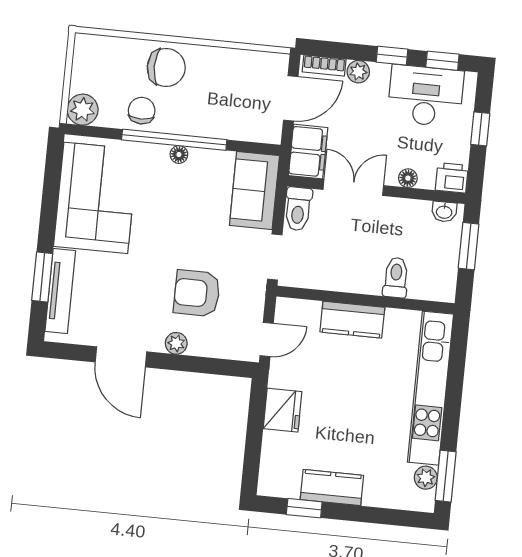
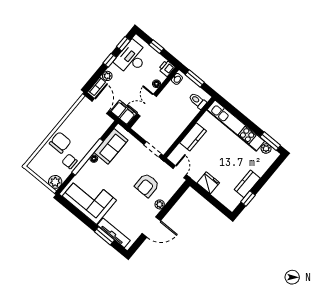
sofa: (254, 191) -> (111, 146), moved, turned -90
toilet: (298, 209) -> (141, 130), removed
toilet: (396, 278) -> (198, 101), moved

